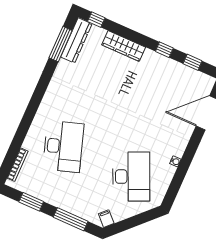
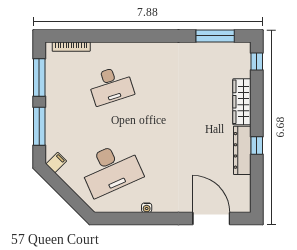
dresser: (76, 40) -> (242, 150), moved, turned 90
window: (193, 62) -> (257, 180), removed
desk: (63, 146) -> (111, 85), width x0.73, depth x0.77
window: (31, 202) -> (39, 78), width x1.44

